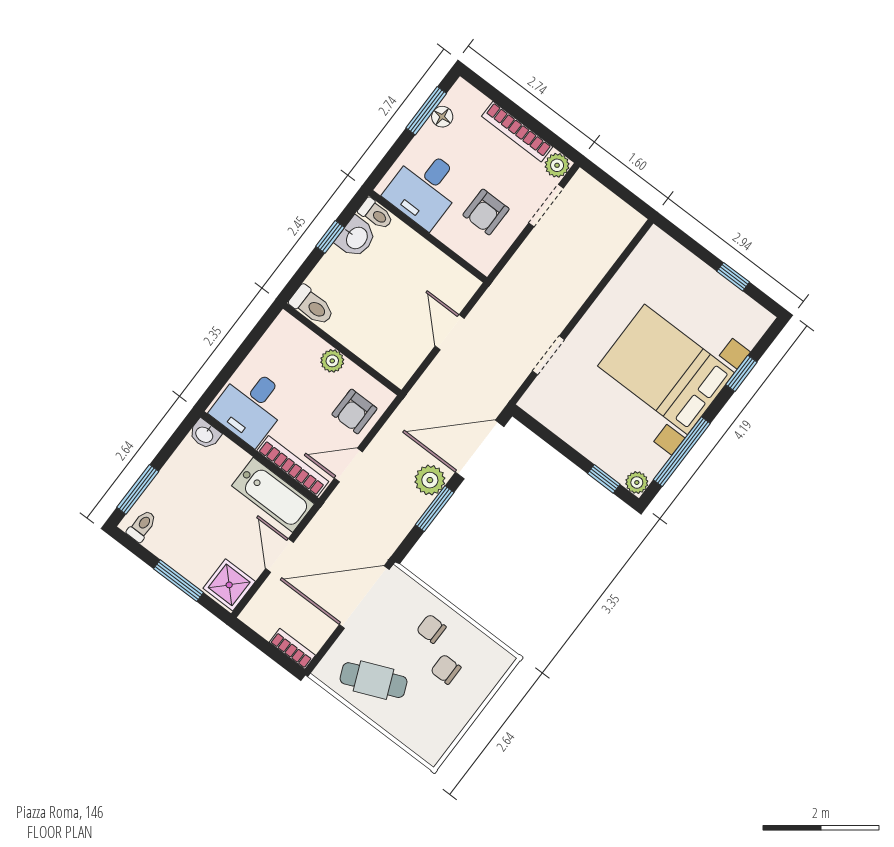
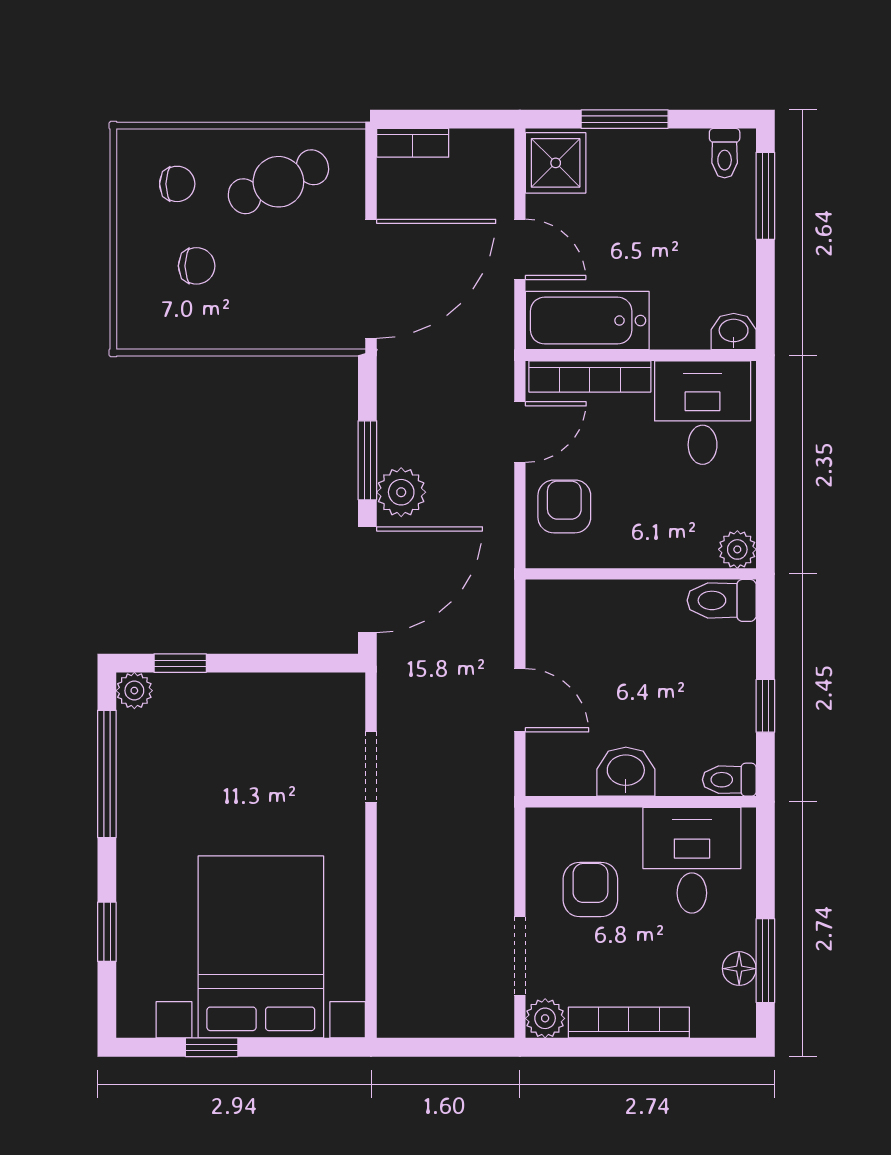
washbasin: (356, 237) -> (626, 772), moved, turned 90
plant: (332, 361) -> (737, 549), moved
bed with nightstands: (666, 369) -> (261, 947), moved, turned -90
chair: (431, 629) -> (177, 184), moved

